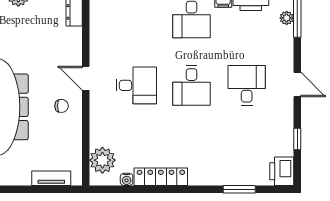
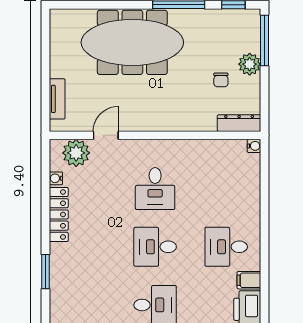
door: (86, 78) -> (106, 135), moved
chair: (62, 106) -> (221, 80), moved
window: (239, 189) -> (46, 272), moved

